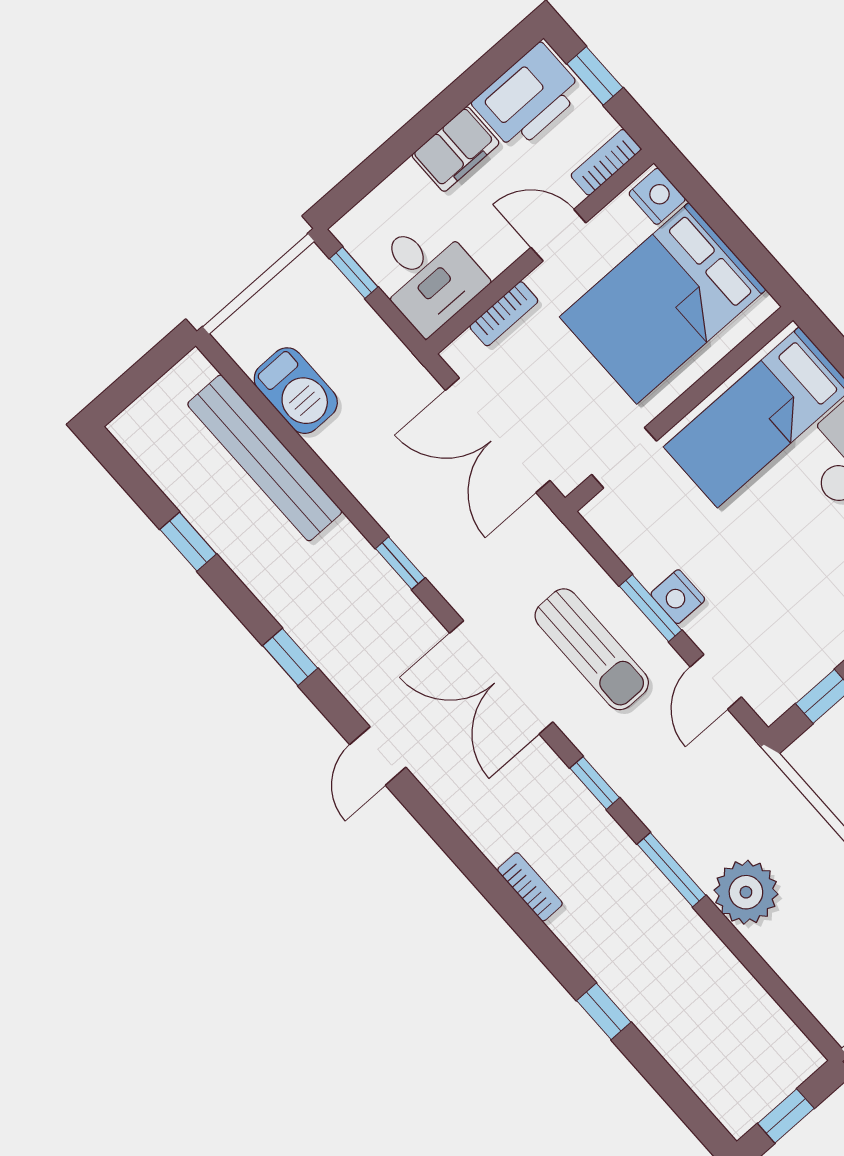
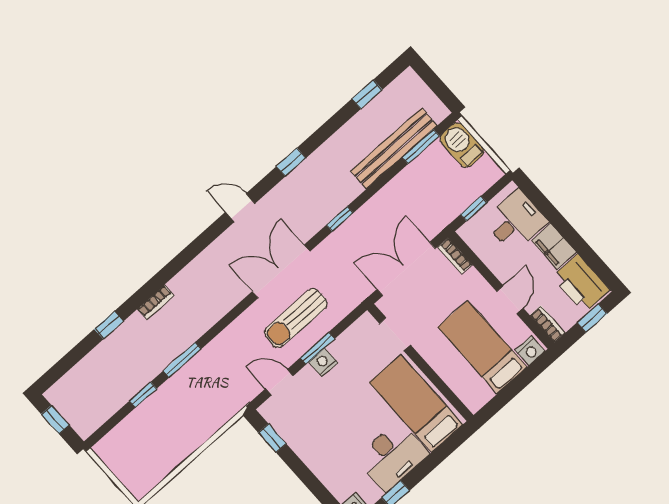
window: (354, 273) -> (474, 208), moved
desk: (427, 275) -> (516, 221), moved, turned 180
bed: (663, 303) -> (482, 347), width x0.67
bookcase: (504, 314) -> (455, 256), moved
barbecue: (296, 391) -> (462, 145), moved, turned 90
window: (261, 406) -> (421, 146), added
window: (188, 542) -> (367, 94), moved
window: (595, 783) -> (143, 395), moved
bookcase: (530, 887) -> (156, 302), moved
plant: (746, 892) -> (171, 398), removed

